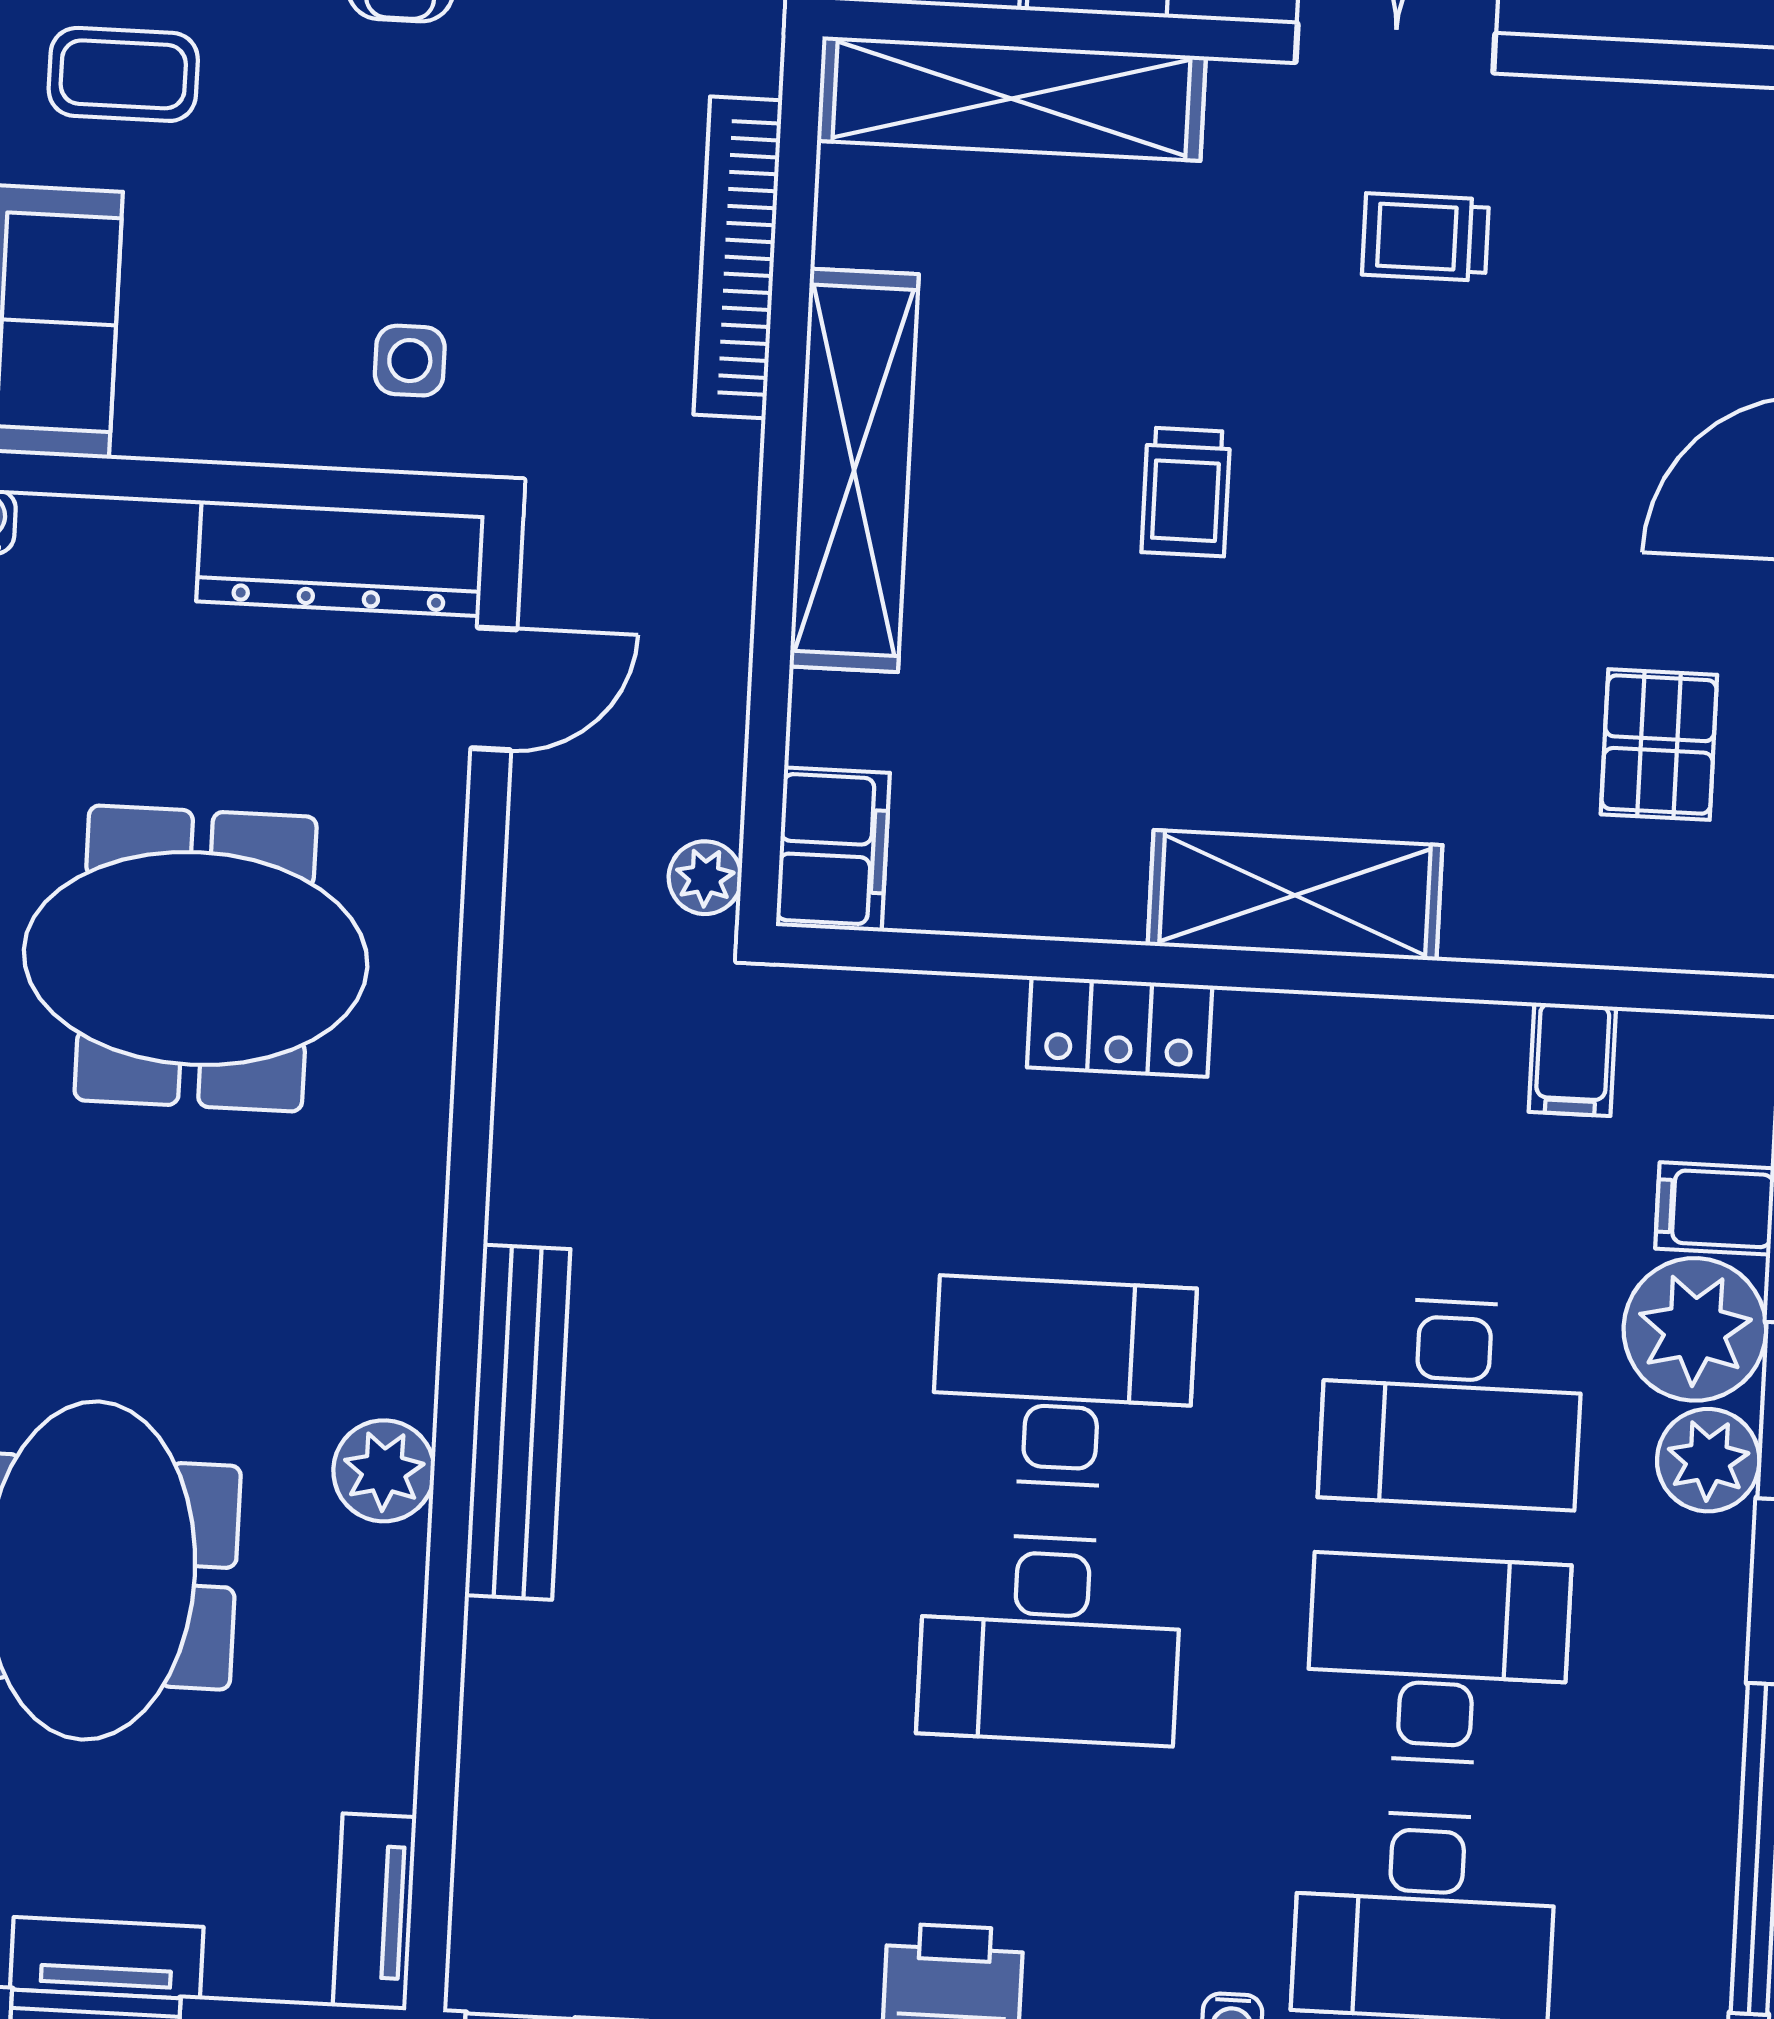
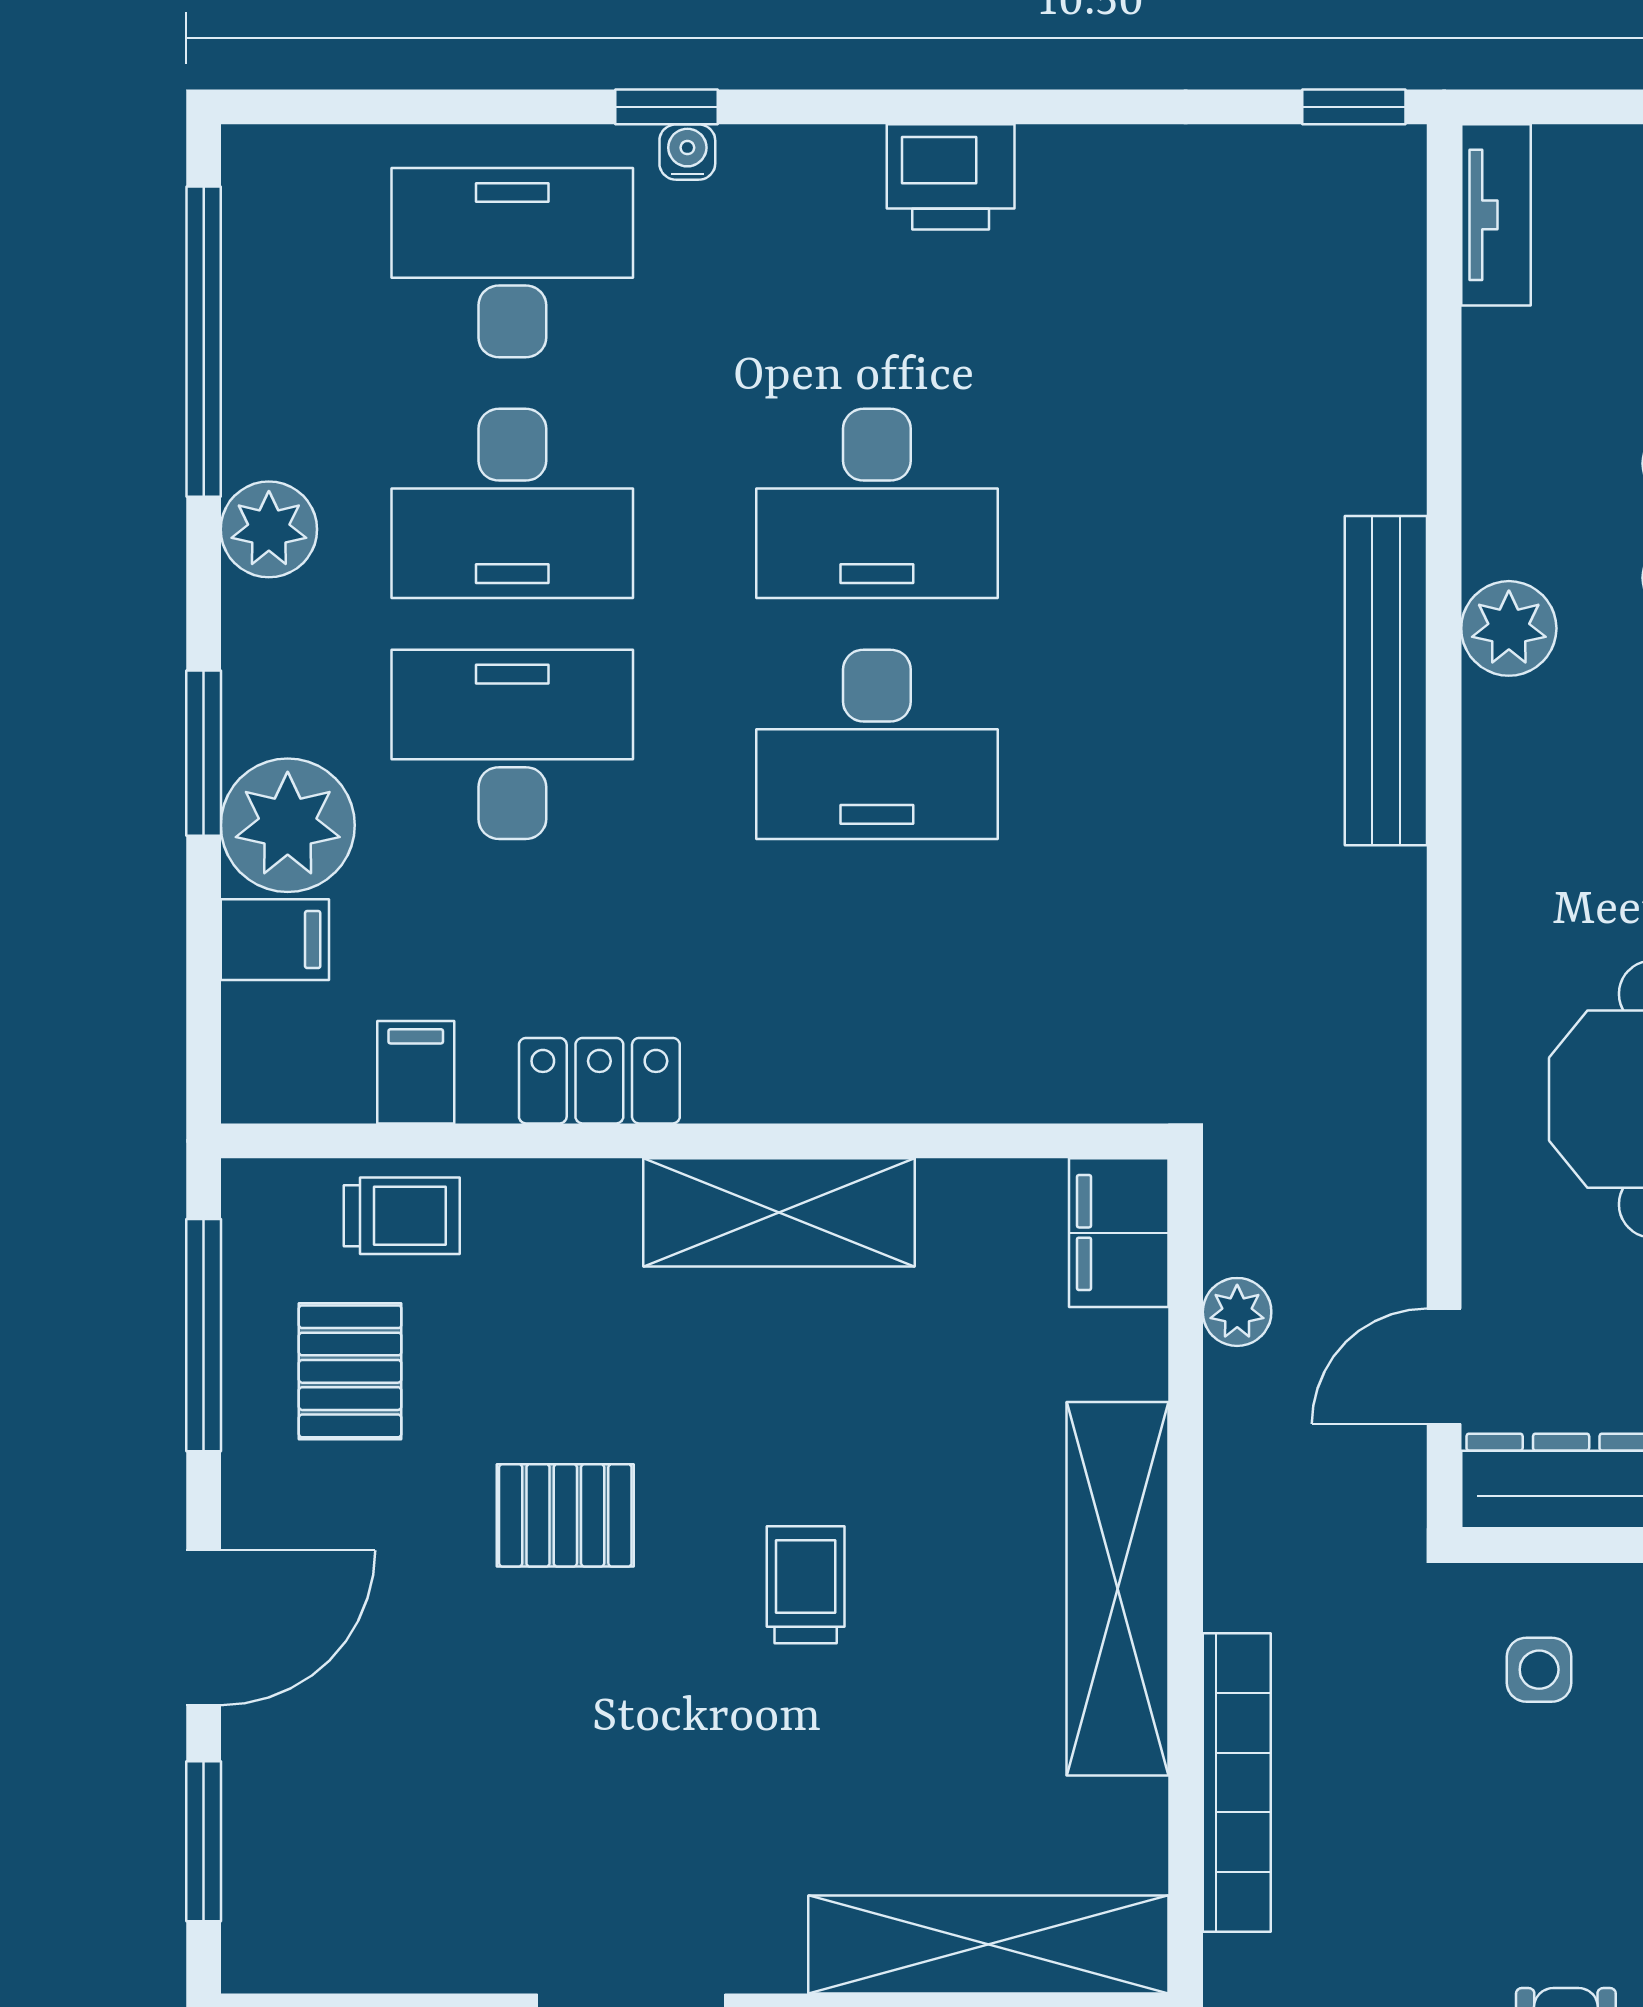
trolley: (1425, 237) -> (402, 1216), moved
pallet: (1438, 579) -> (565, 1515), added
plant: (705, 878) -> (1237, 1312), moved
shelving: (1295, 895) -> (779, 1212), moved
locker: (1120, 1027) -> (599, 1081), moved
plant: (1708, 1460) -> (269, 529), moved
desk: (1050, 1639) -> (877, 503), turned 180

